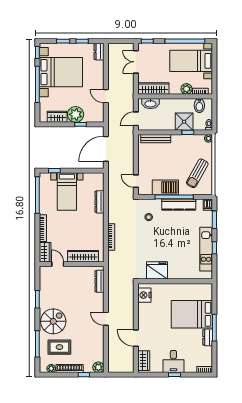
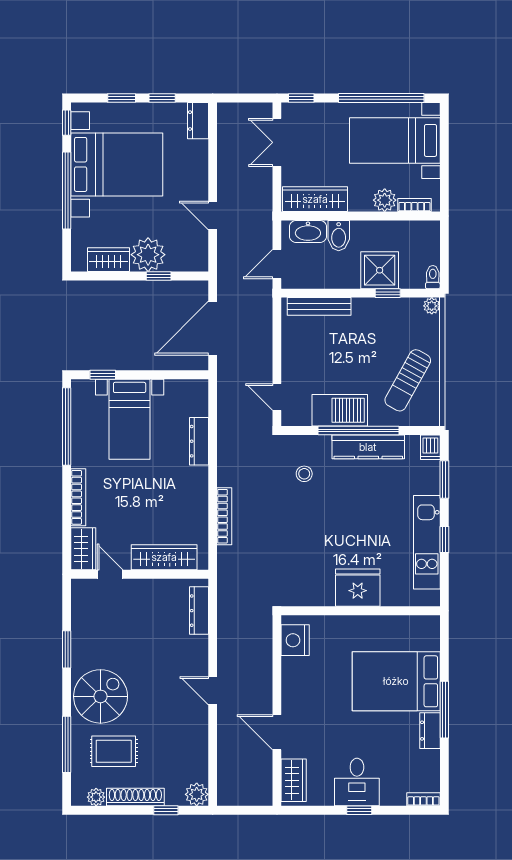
bidet: (199, 106) -> (339, 236), moved
fridge: (157, 270) -> (358, 588), moved

